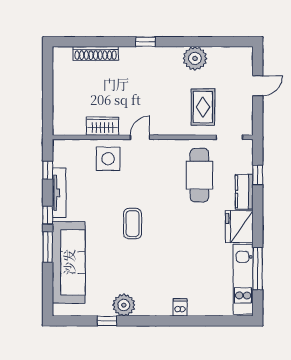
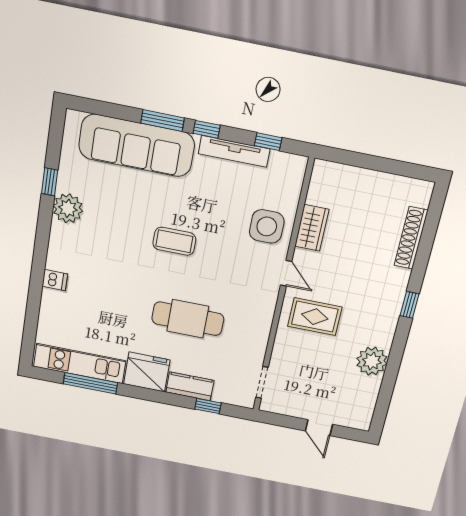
rug: (203, 107) -> (315, 317), moved
cafe table: (199, 175) -> (188, 319), moved

